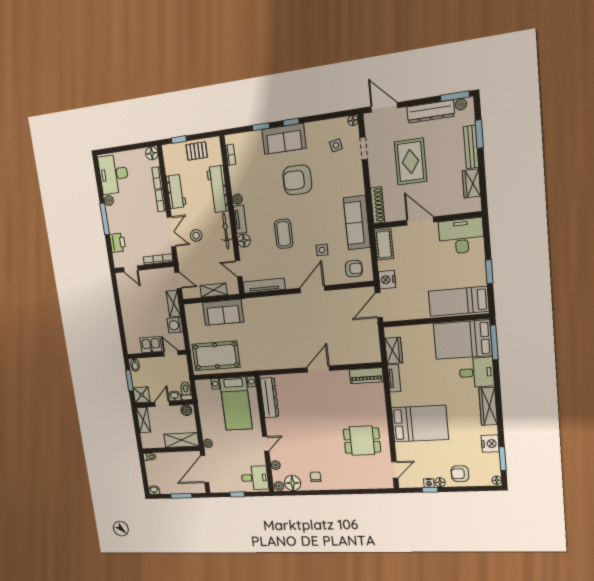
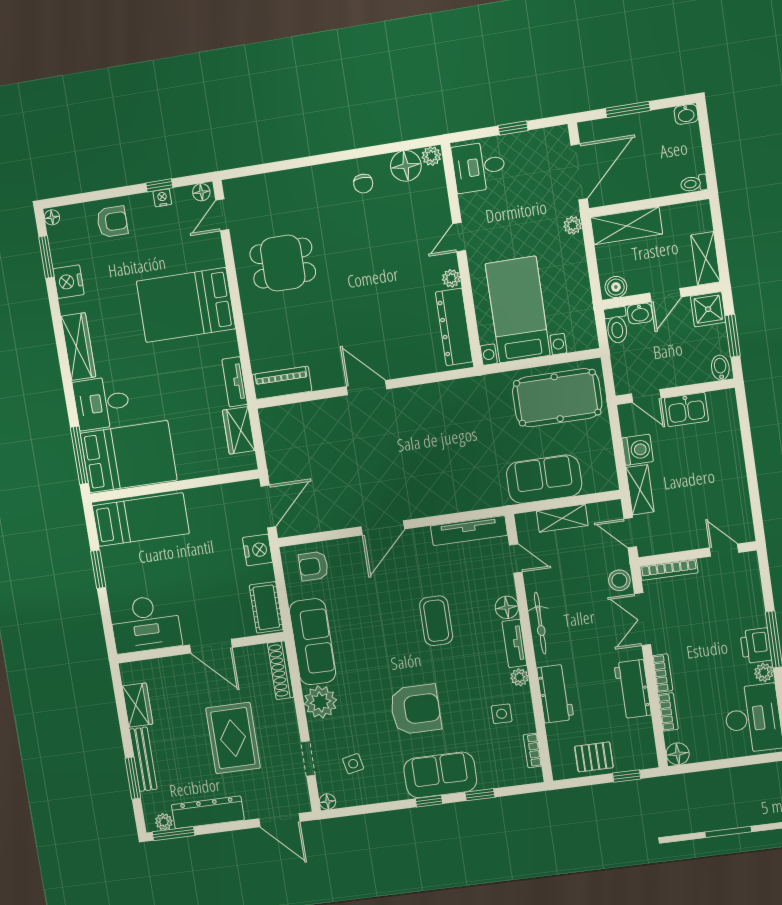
plant: (354, 185) -> (320, 702), added
workbench: (218, 189) -> (555, 694), width x0.73
stool: (196, 235) -> (619, 580), moved
printer: (118, 243) -> (756, 646), moved
side table: (322, 250) -> (502, 714), moved
door: (318, 369) -> (367, 388), swing flipped
plant: (276, 465) -> (451, 278), moved
floor lamp: (440, 482) -> (201, 192), moved

